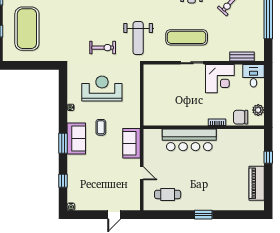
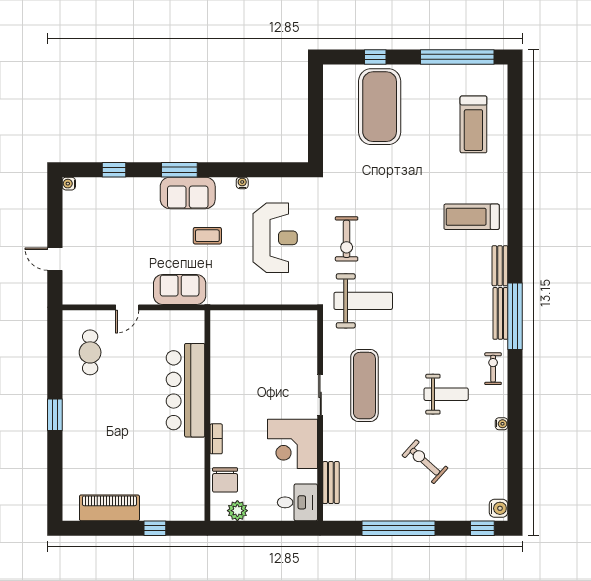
exercise mat: (27, 29) -> (380, 107), turned 90
weight bench: (138, 38) -> (363, 301), turned 180
chair: (241, 117) -> (225, 480), turned 180

